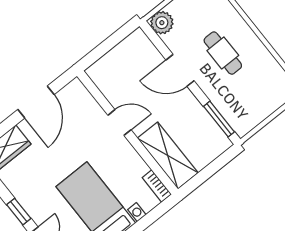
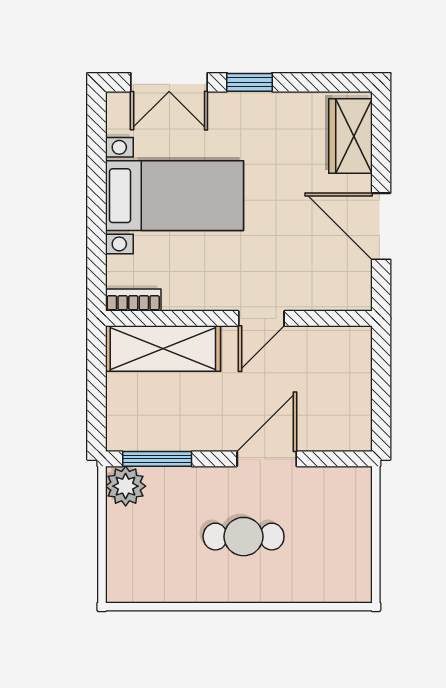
plant: (162, 23) -> (126, 486), moved

